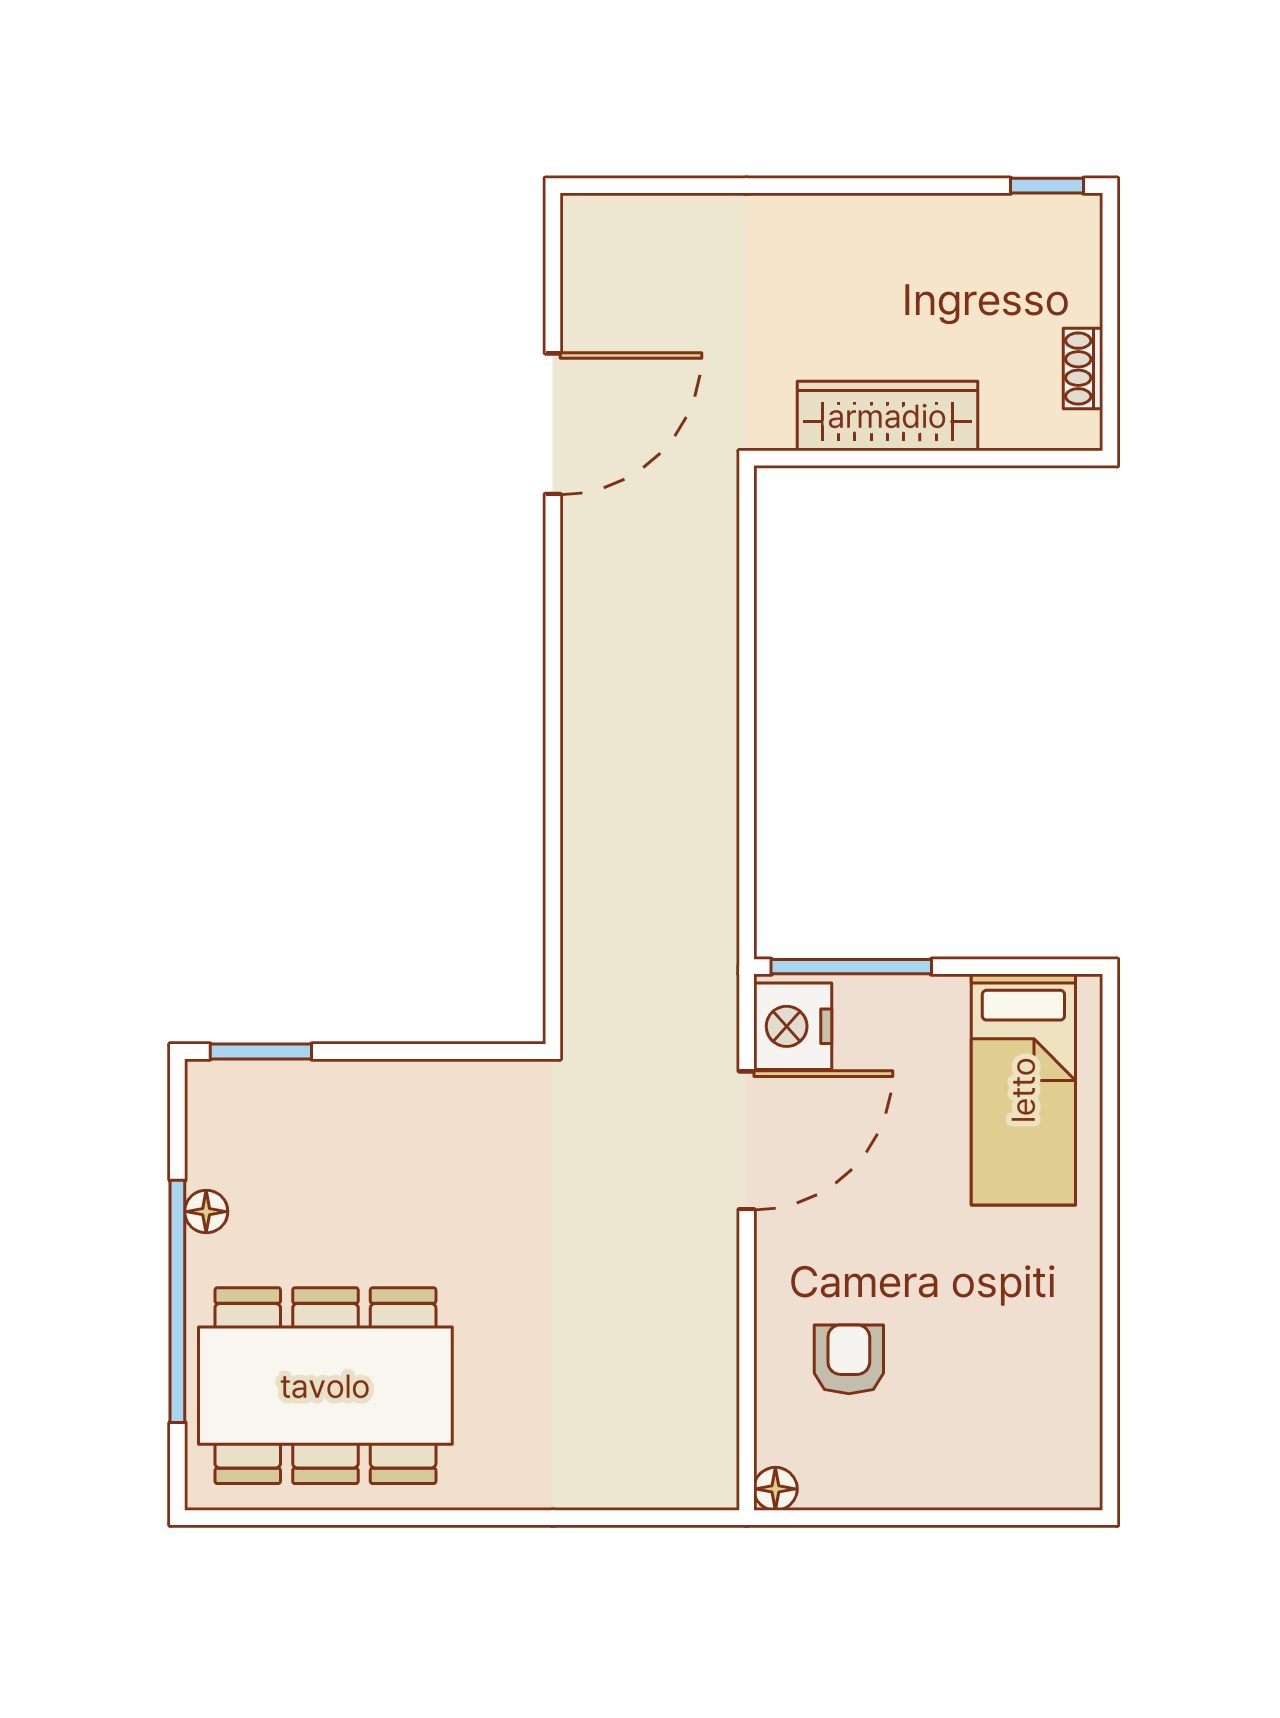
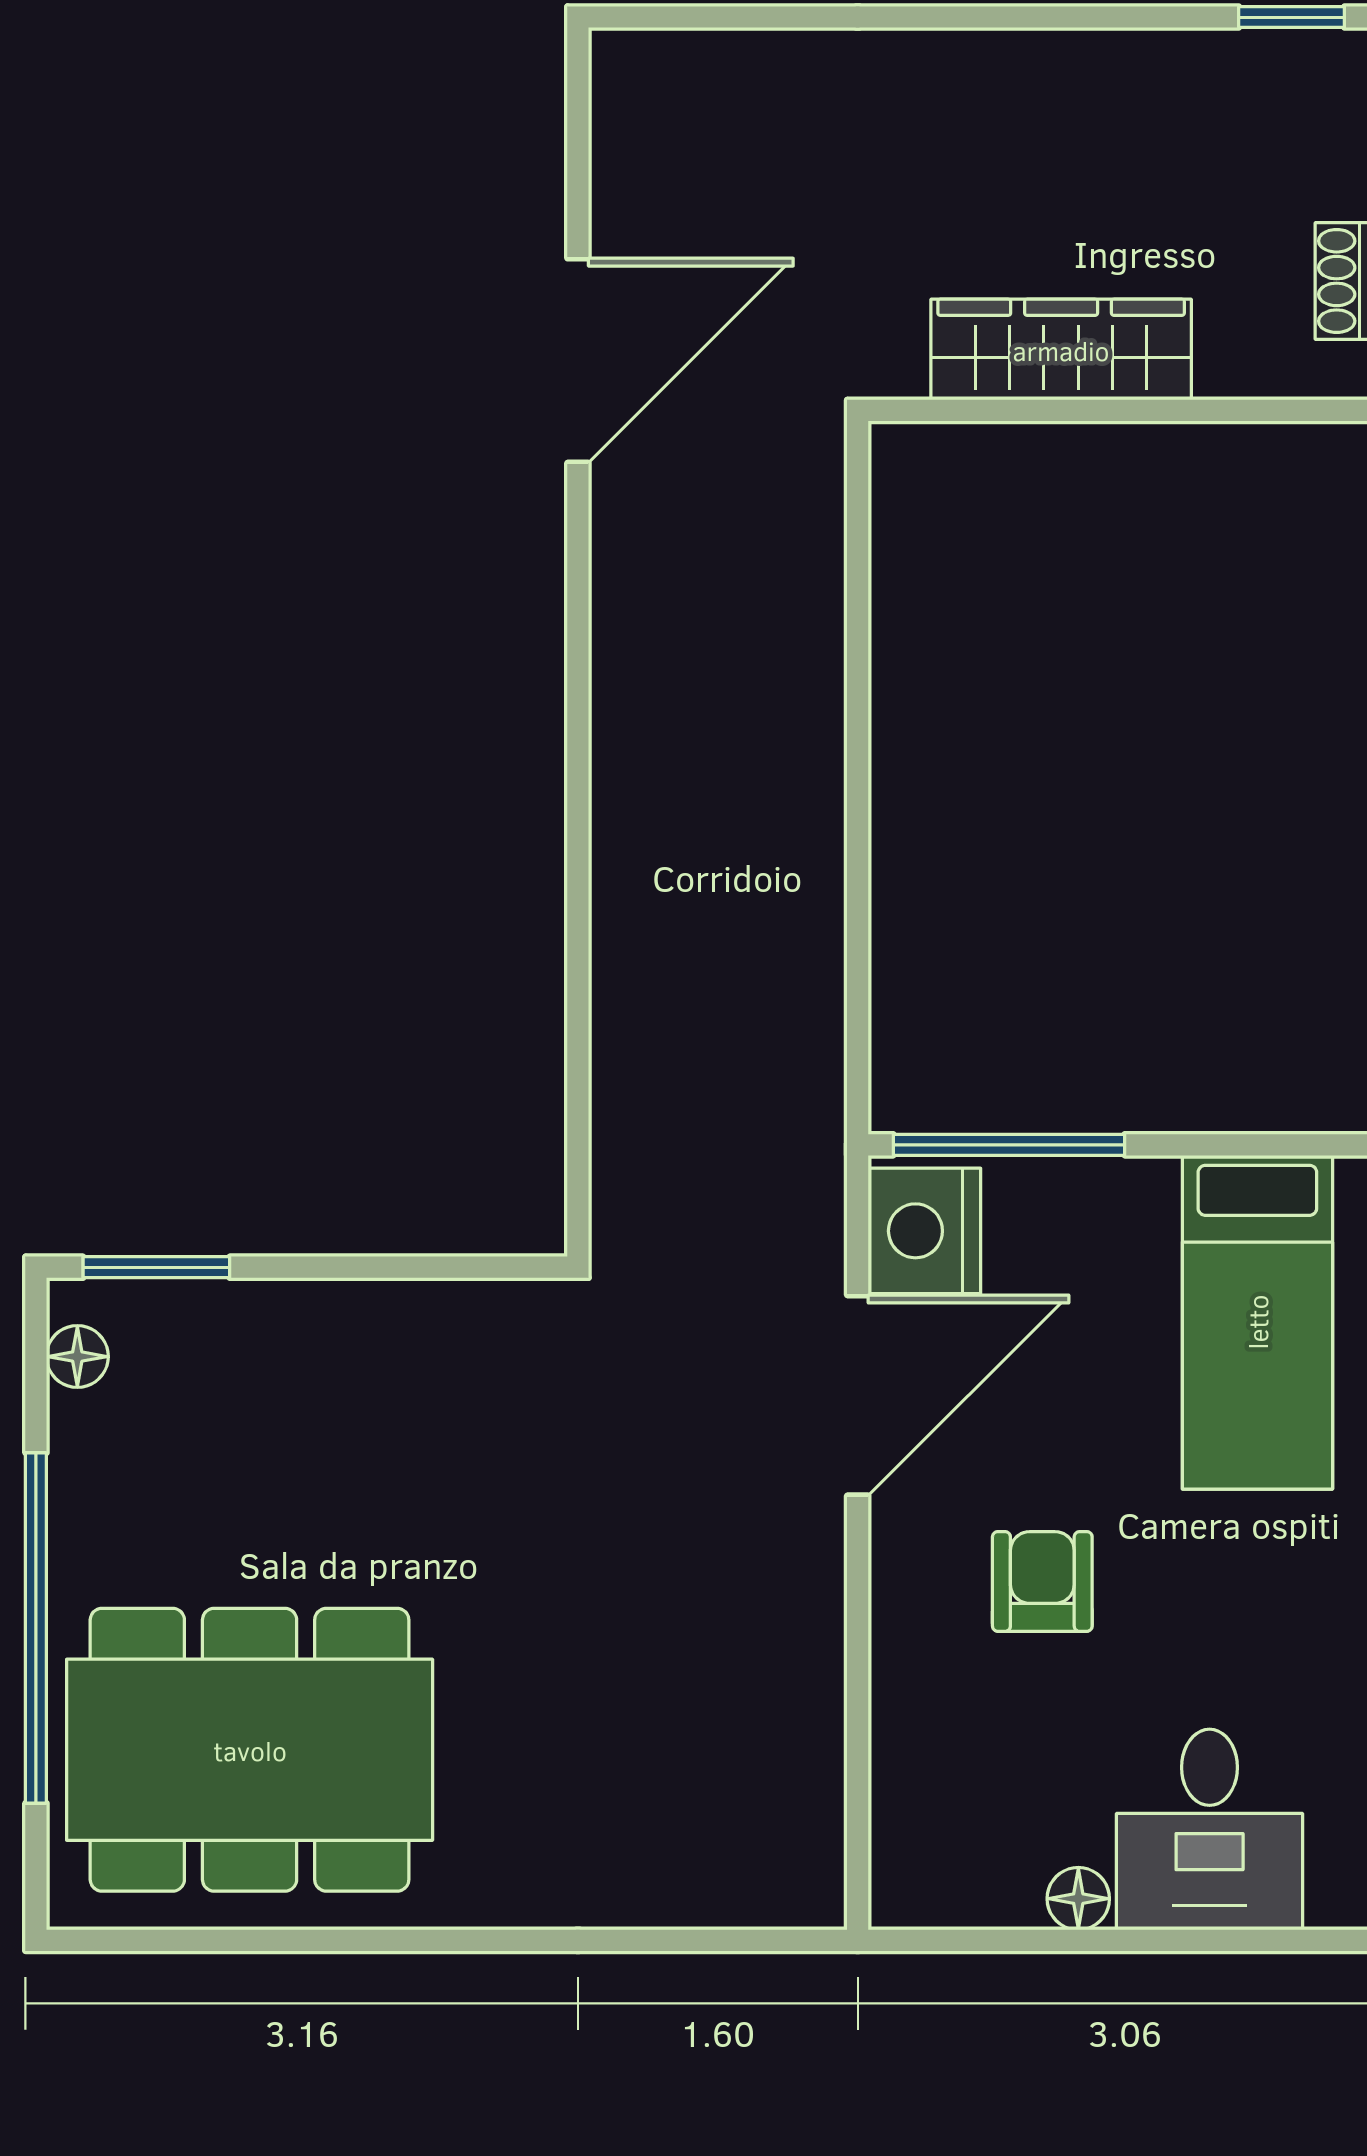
floor lamp: (206, 1212) -> (77, 1357), moved
armchair: (849, 1359) -> (1042, 1581), moved
desk: (990, 1441) -> (1210, 1830), added
floor lamp: (775, 1489) -> (1078, 1899), moved

